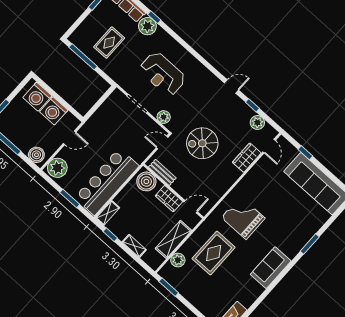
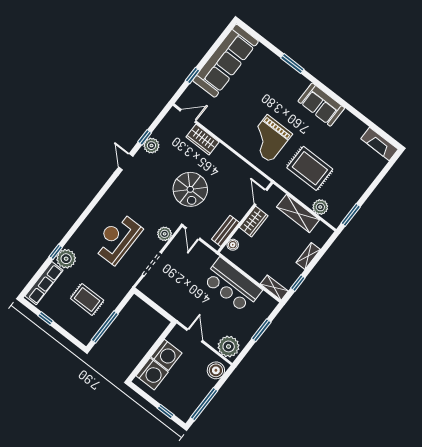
reception desk: (162, 74) -> (117, 238), turned 180
plant: (257, 122) -> (151, 146), moved
boiler: (146, 181) -> (233, 245), width x0.54, depth x0.54
bar counter: (107, 182) -> (232, 285), width x0.73

